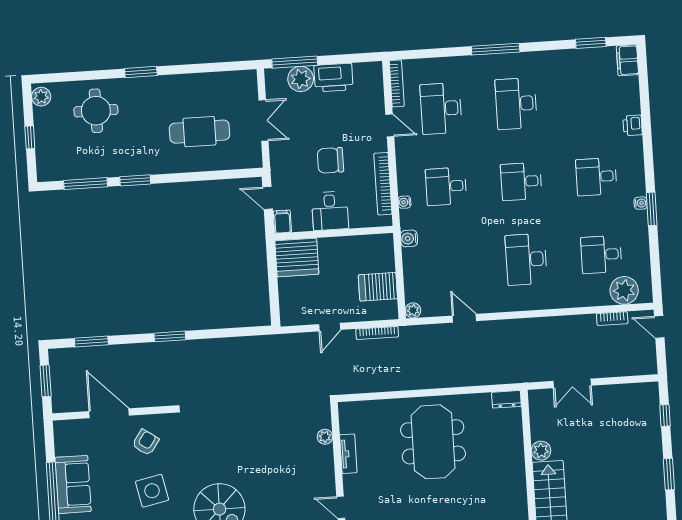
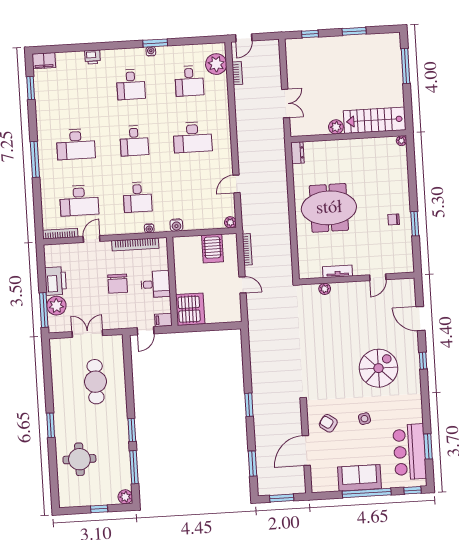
plant: (41, 97) -> (125, 497), moved
side table: (152, 491) -> (364, 419), width x0.54, depth x0.54

